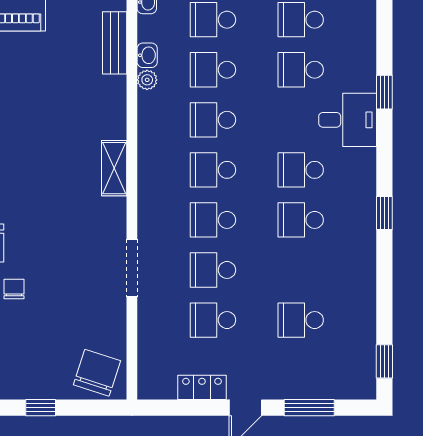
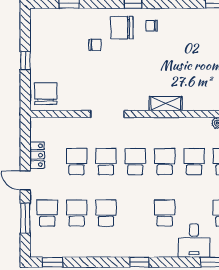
school desk: (301, 220) -> (106, 213), moved
school desk: (301, 370) -> (47, 213), added
chair: (97, 373) -> (46, 94), turned -108

